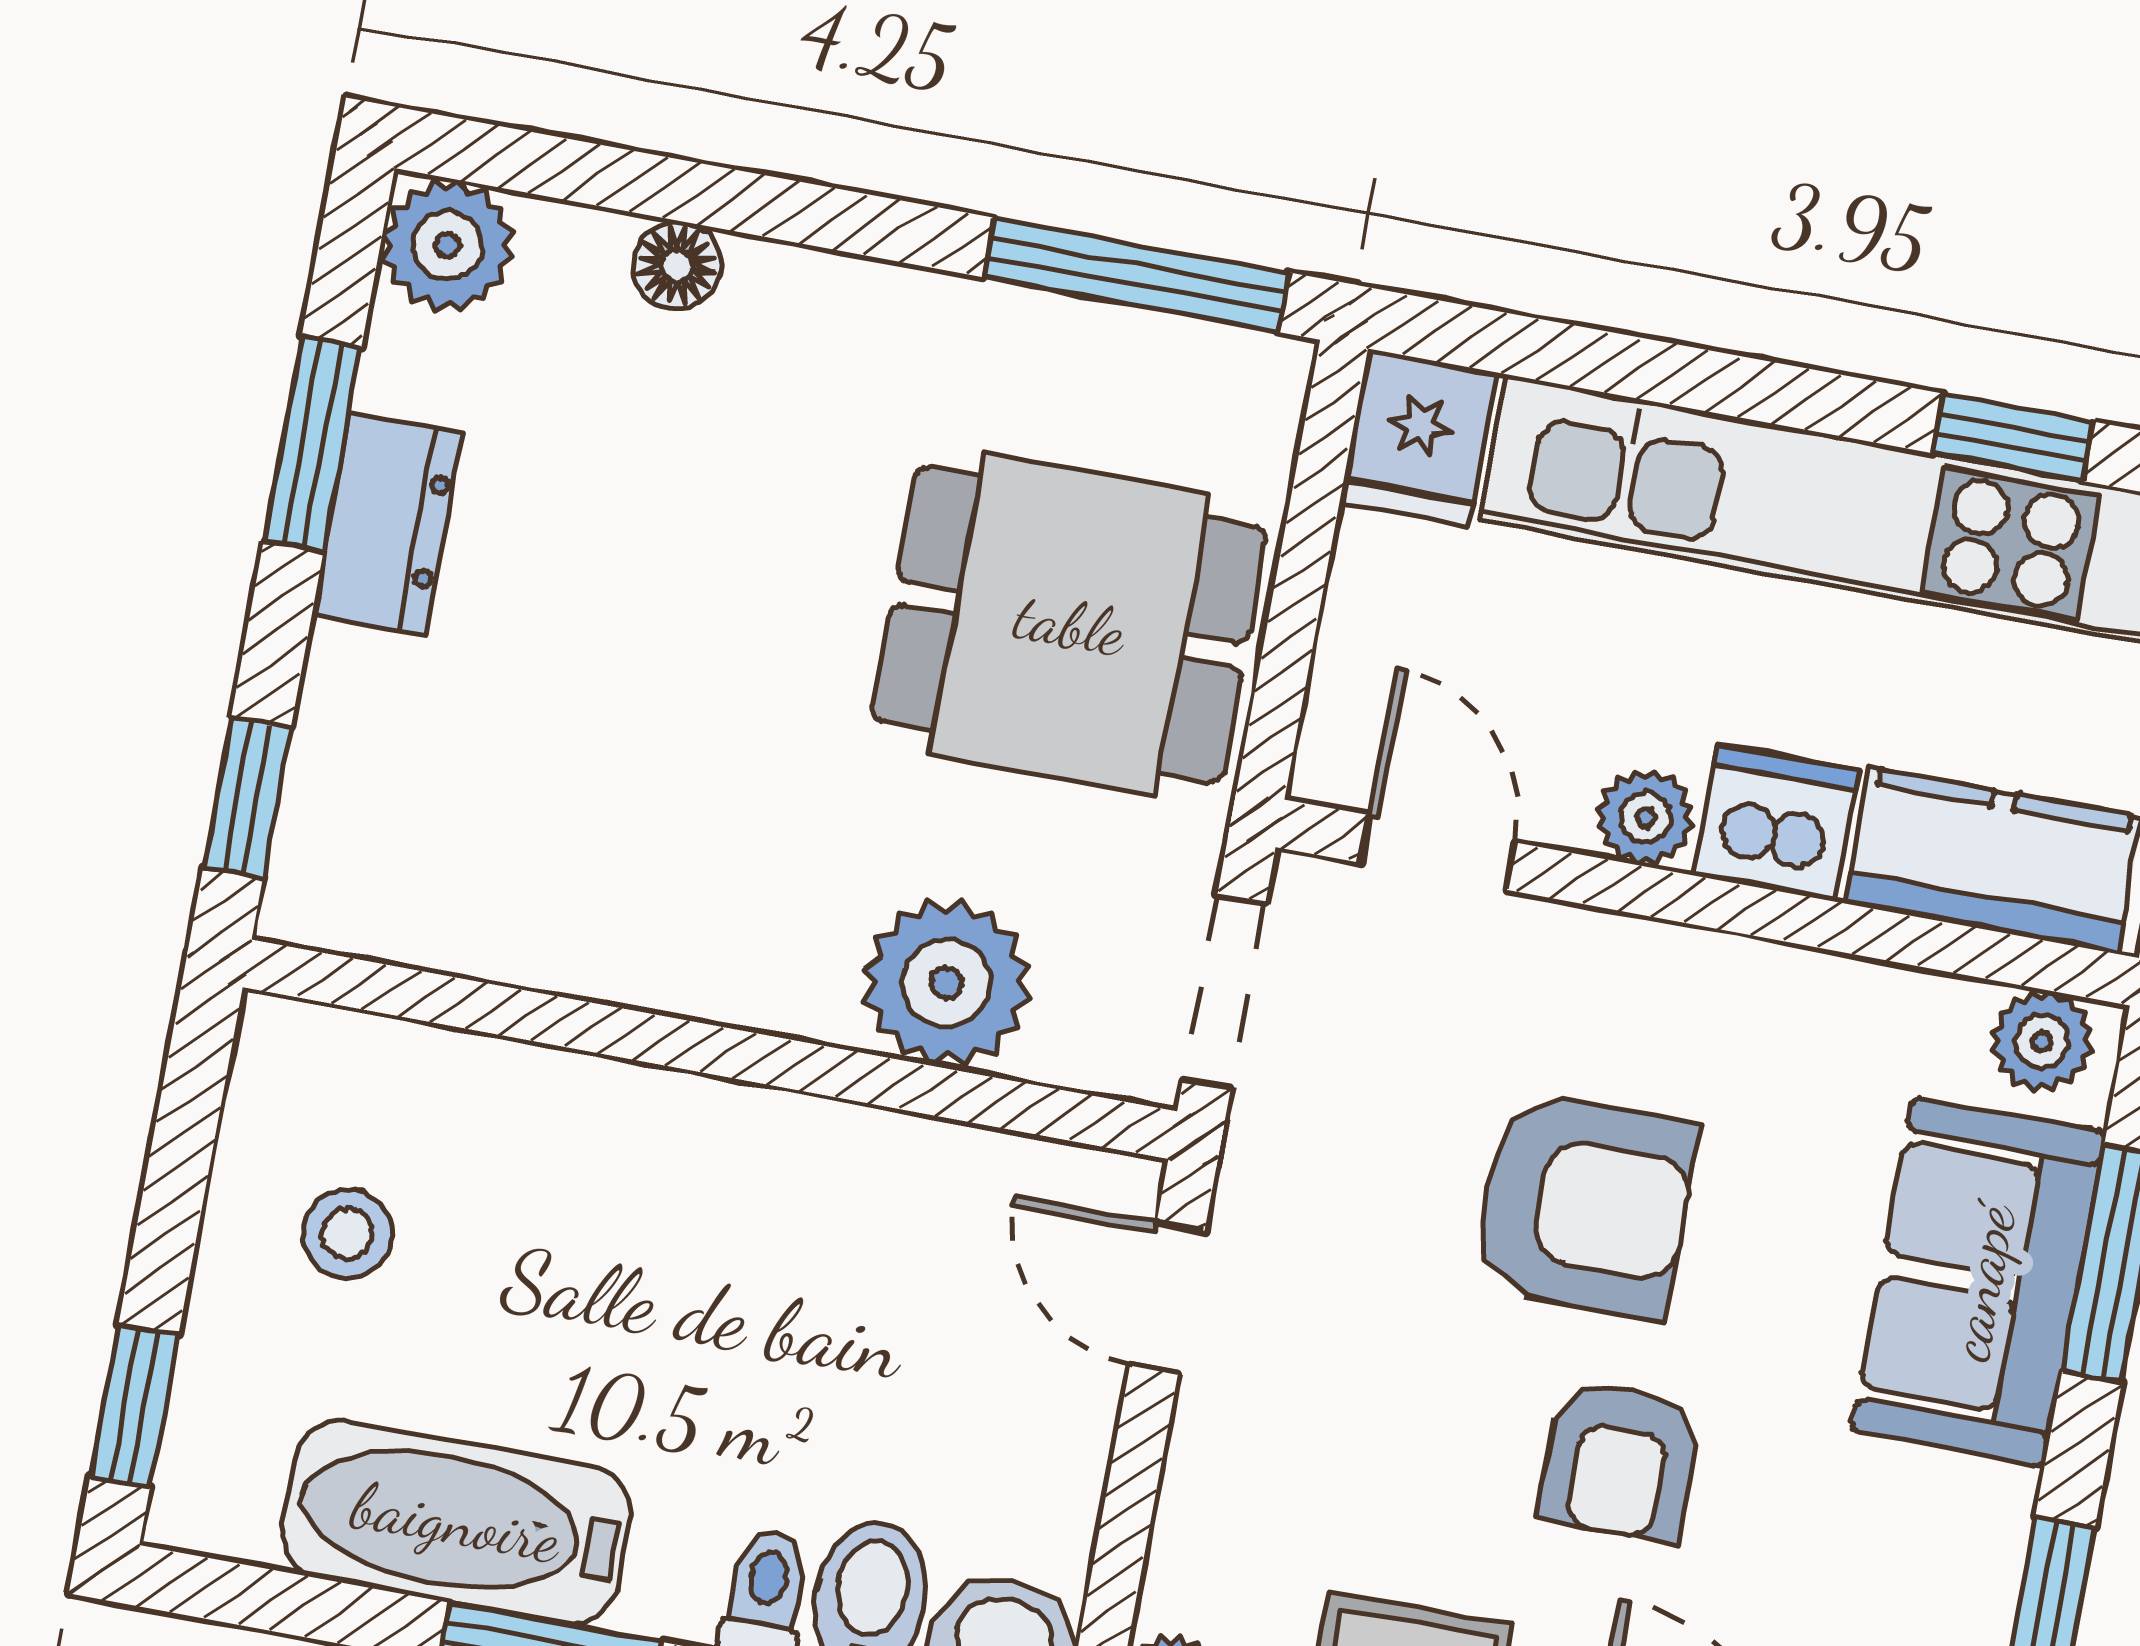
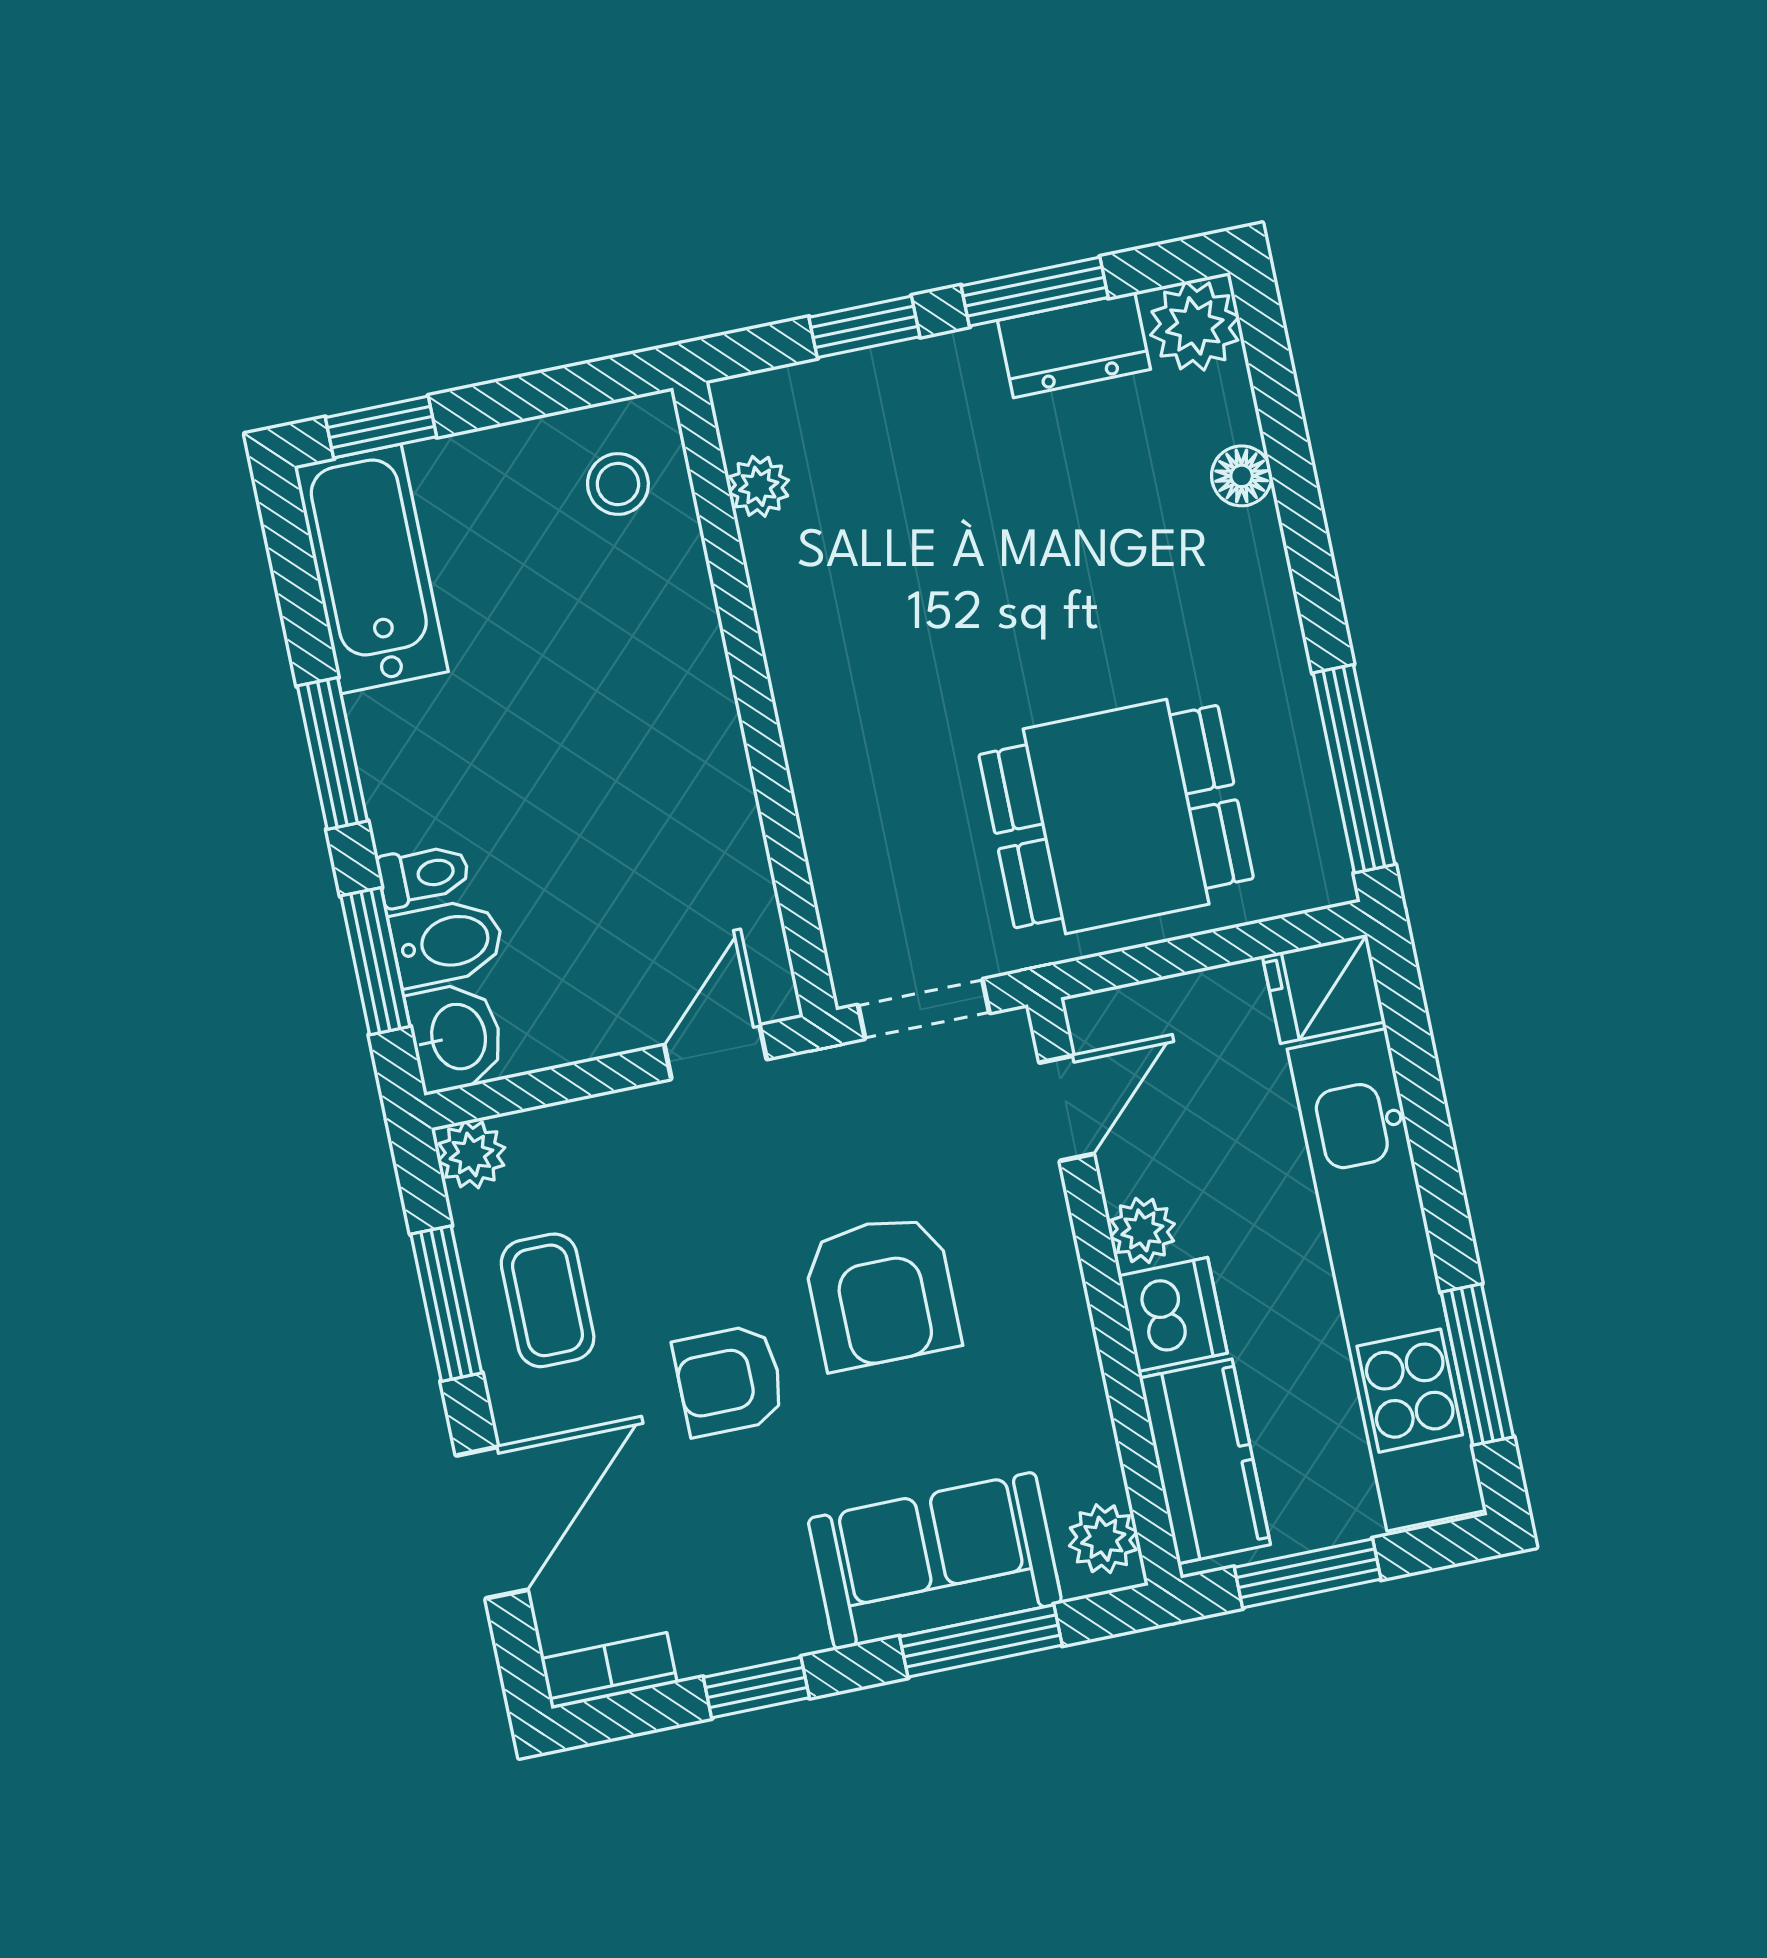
window: (2013, 437) -> (1477, 1364), width x1.50
dresser: (387, 524) -> (1074, 345), moved
dining table: (1070, 624) -> (1116, 817), turned 90
window: (247, 797) -> (864, 327), moved
plant: (947, 983) -> (759, 486), moved, width x0.53, depth x0.53
stool: (347, 1234) -> (618, 484), moved
bathtub: (456, 1522) -> (371, 569), moved

